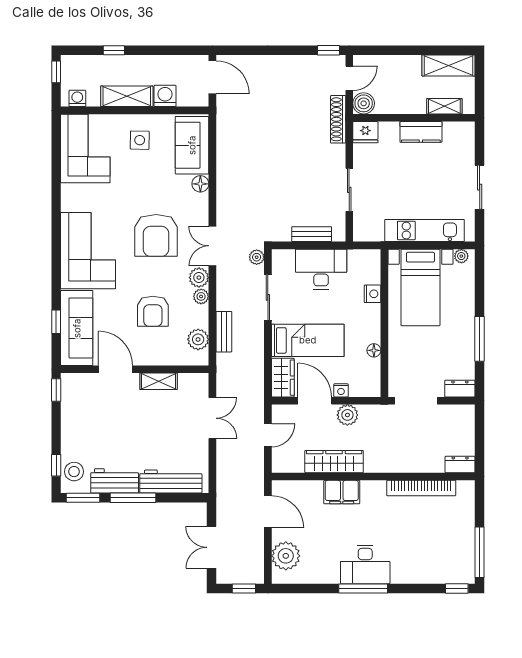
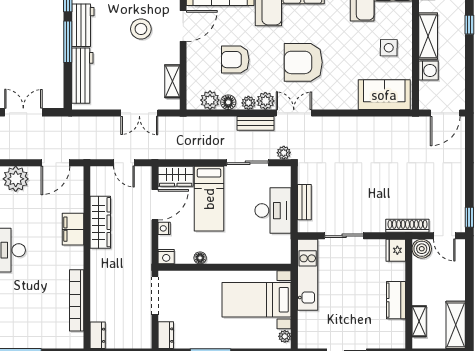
floor lamp: (200, 184) -> (228, 102), moved
kitchen unit: (425, 231) -> (308, 275), moved
nightstand: (373, 294) -> (166, 257), moved
bench: (224, 332) -> (255, 123), moved
shelving: (159, 381) -> (172, 81), moved
plant: (347, 415) -> (142, 234), removed
stool: (119, 416) -> (141, 29), added

